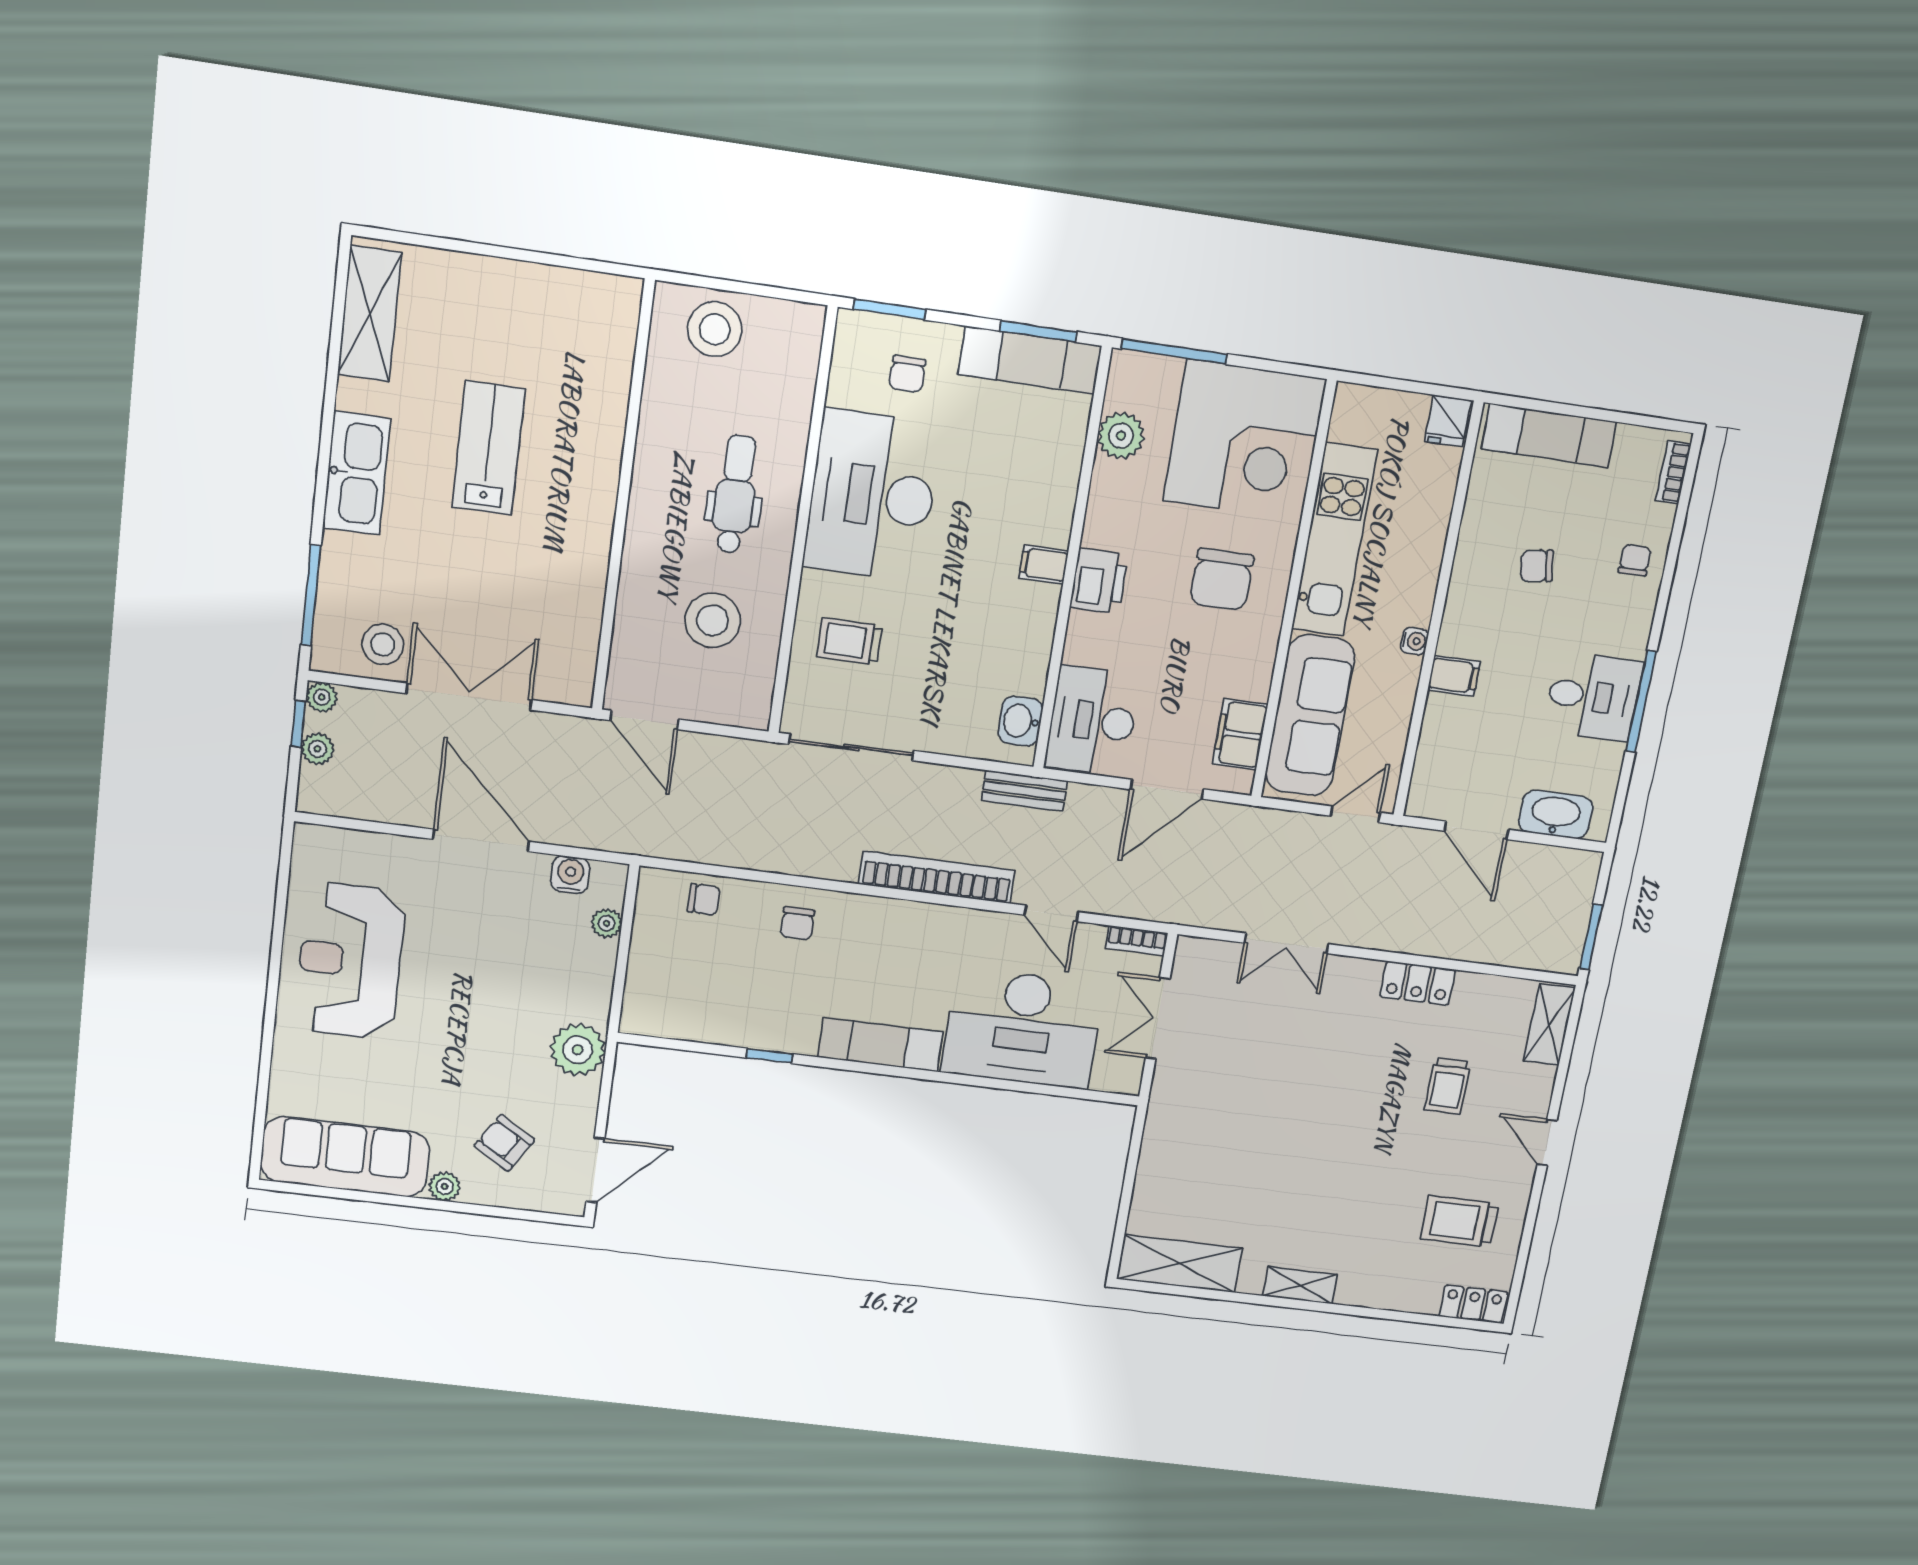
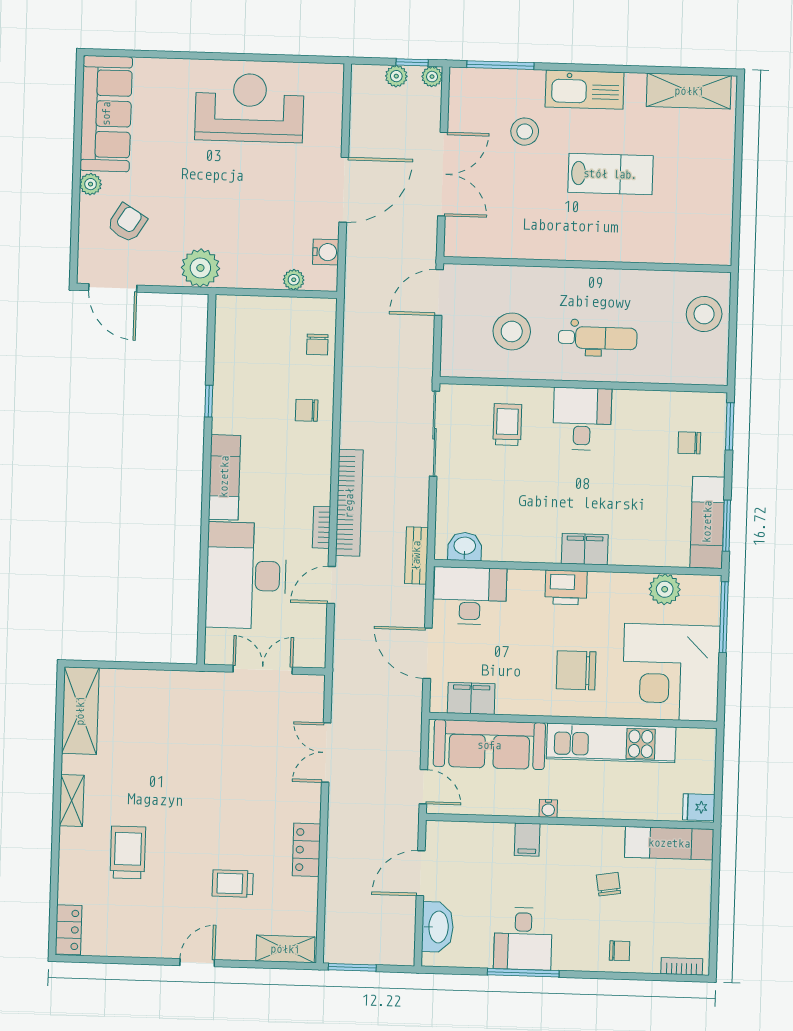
exam couch: (1549, 435) -> (669, 843), moved, turned -90
desk: (872, 496) -> (582, 419), width x0.53, depth x0.77
filing cabinet: (1044, 564) -> (585, 549), width x2.00
stool: (383, 644) -> (525, 132), moved
bookcase: (1137, 941) -> (321, 527), moved
trolley: (1459, 1221) -> (128, 852), moved

